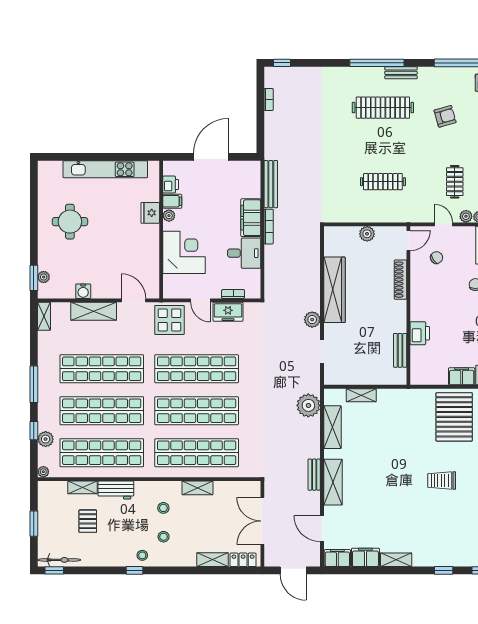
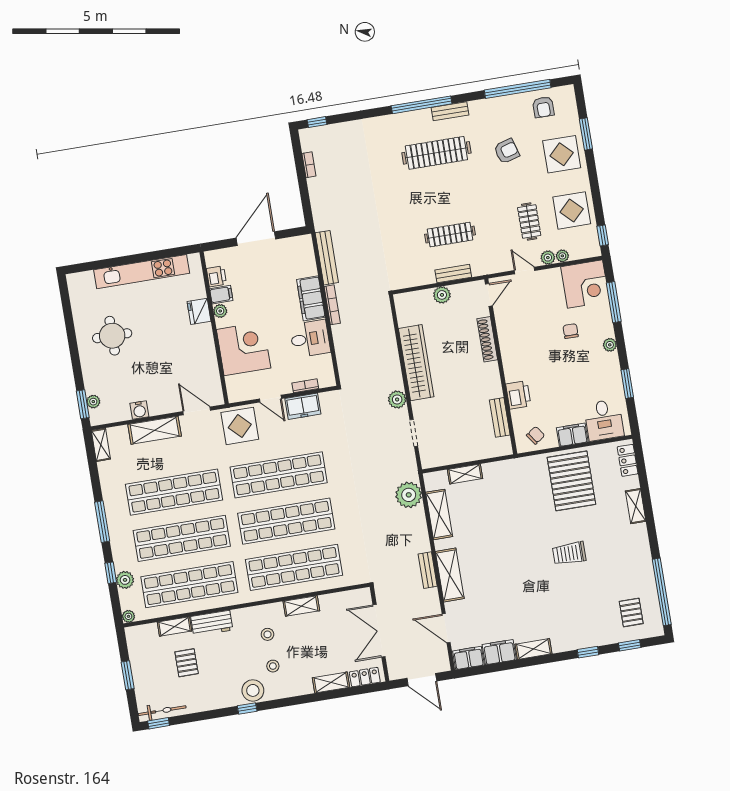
bench: (380, 217) -> (453, 274), added
chair: (437, 258) -> (536, 435), moved
stool: (142, 555) -> (253, 690), width x1.89, depth x1.89

